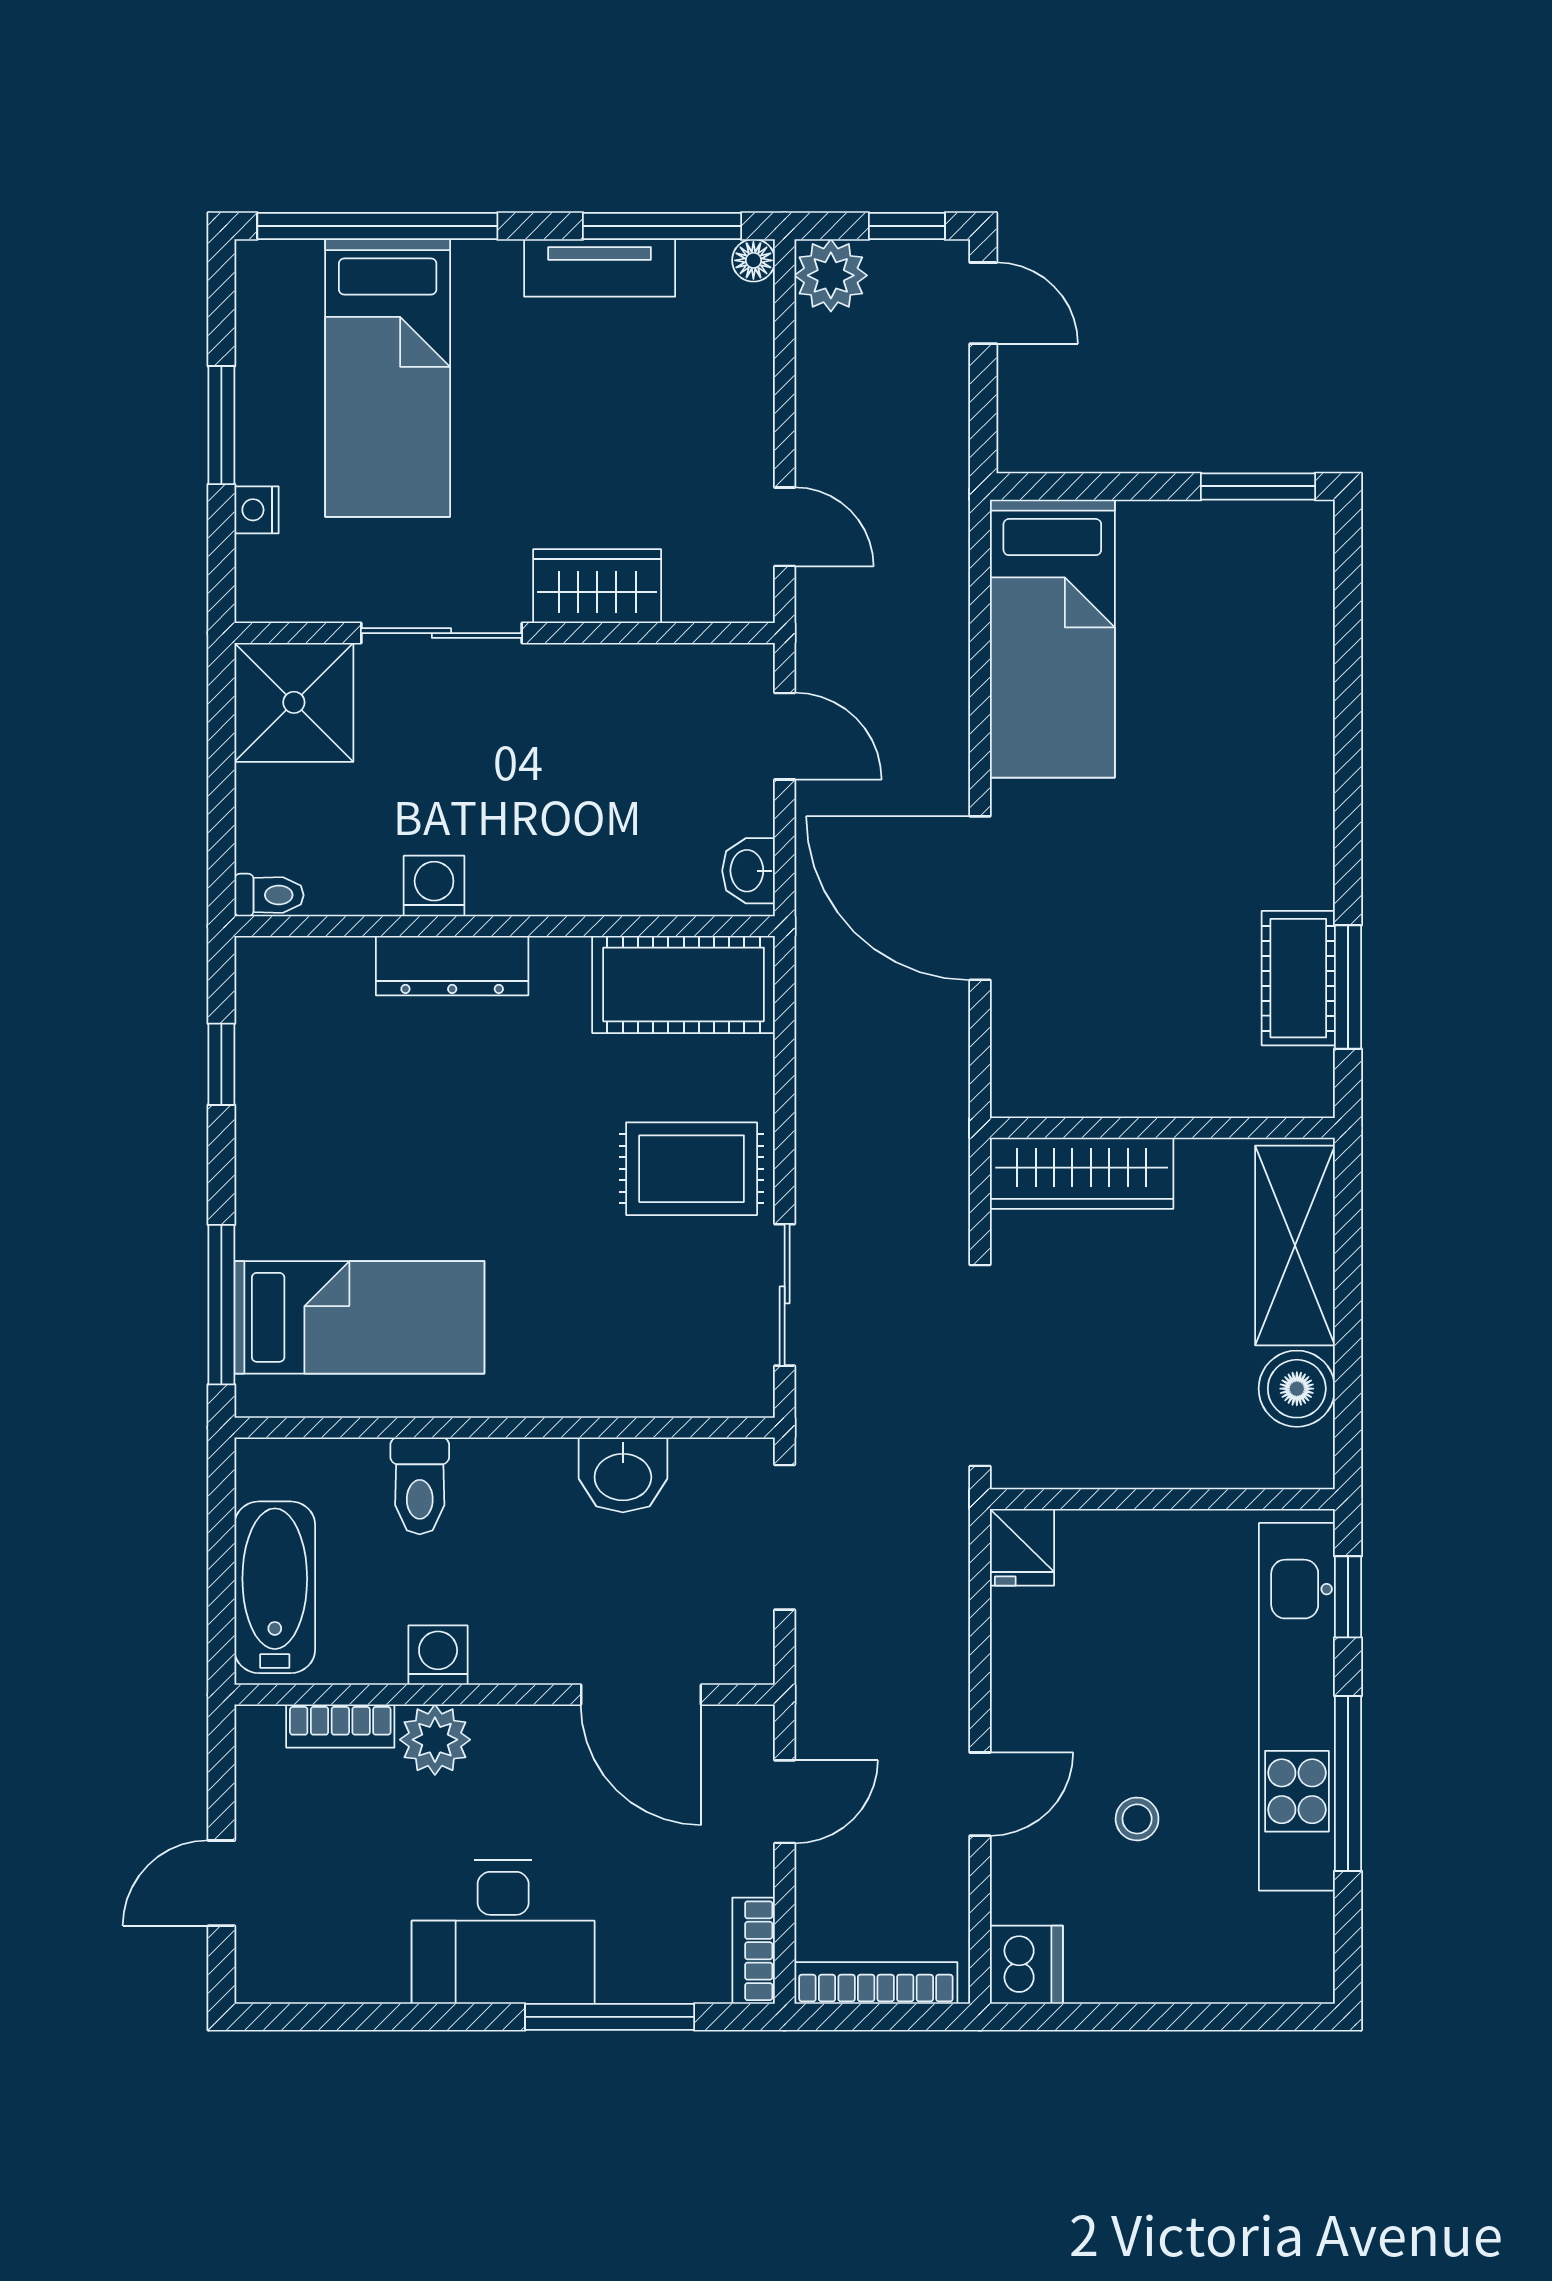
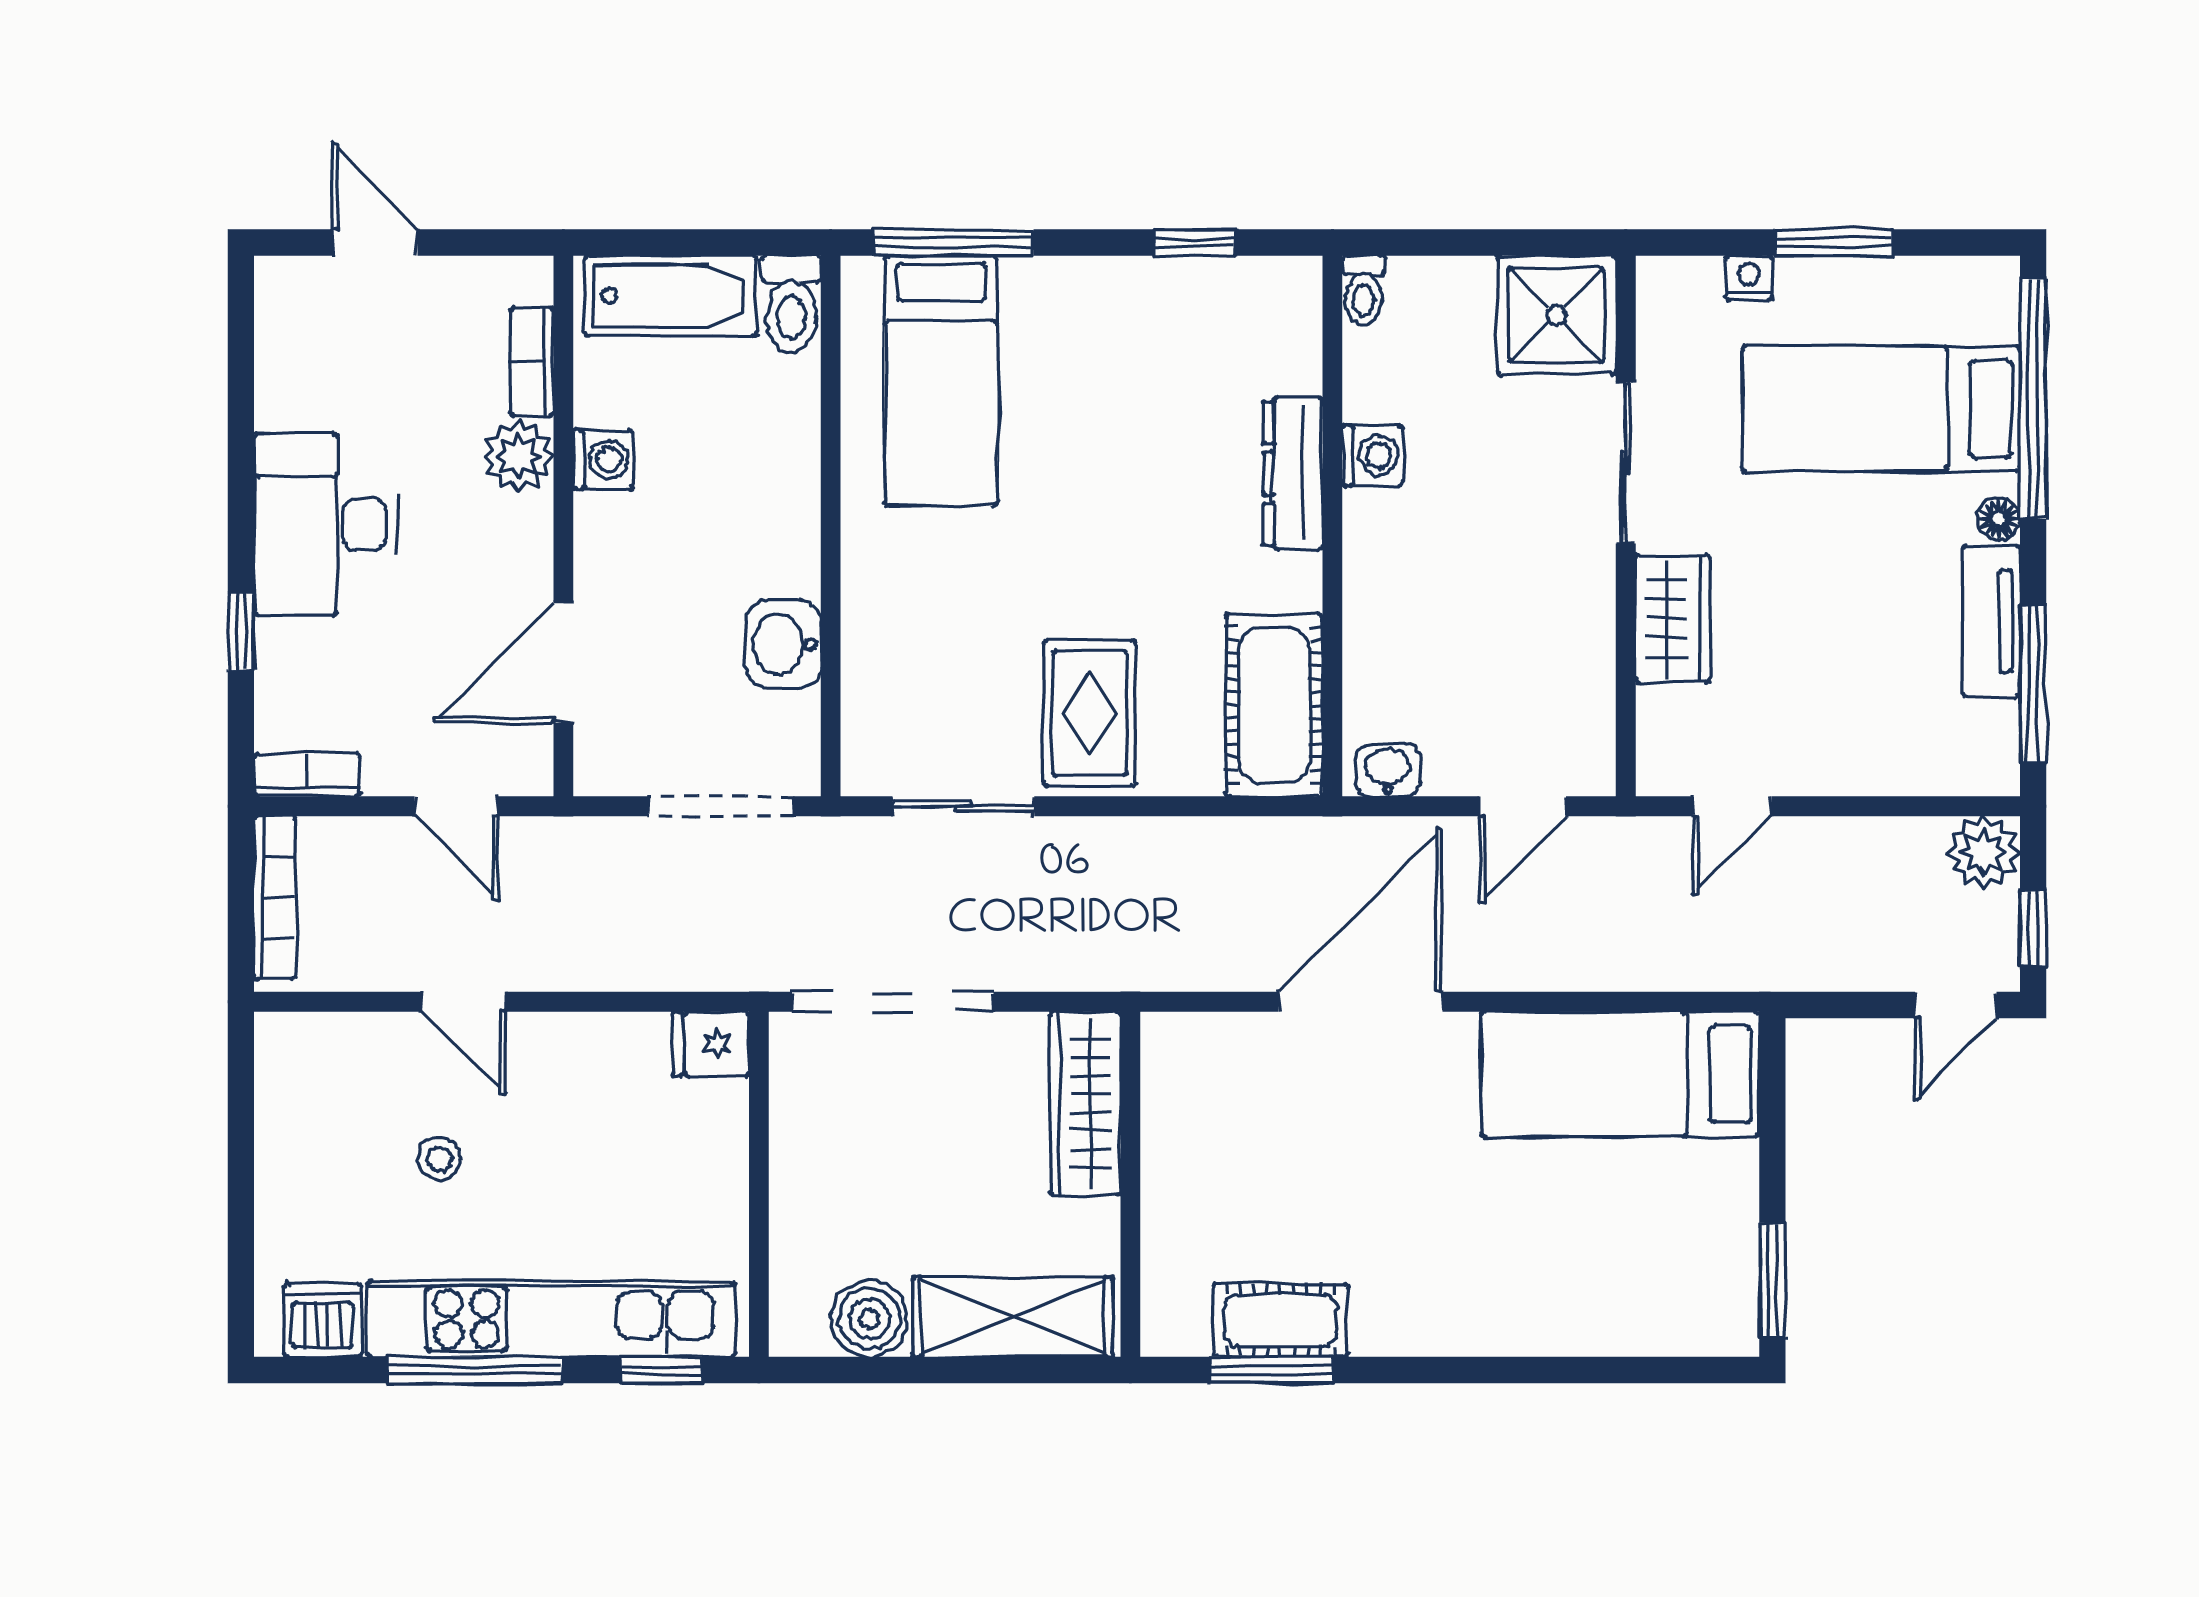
floor lamp: (753, 260) -> (1999, 519), moved
toilet: (420, 1486) -> (791, 304), moved, turned -90
dishwasher: (1026, 1965) -> (323, 1320), moved, turned 180
window: (610, 2017) -> (241, 631), width x0.46

